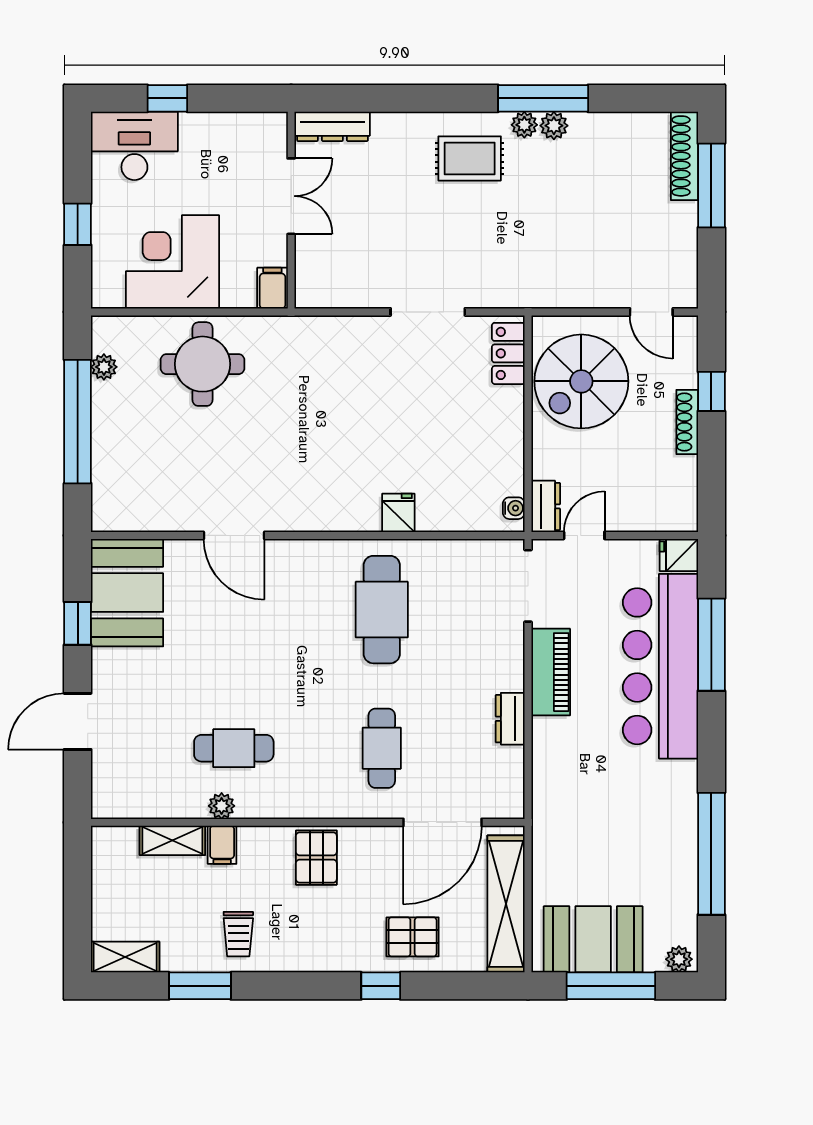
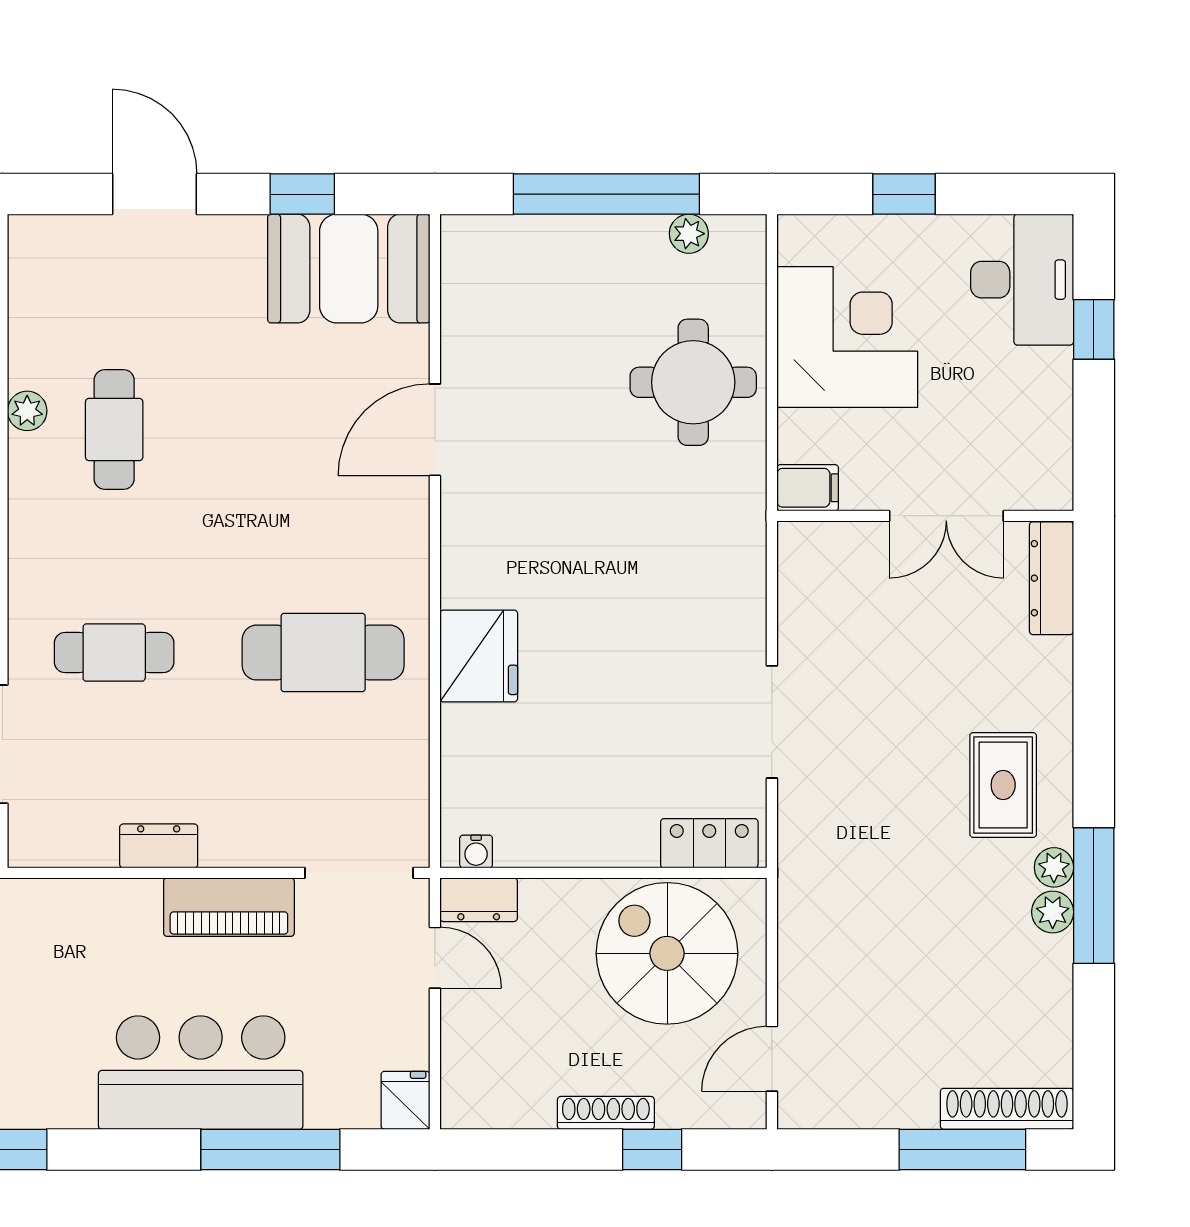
fridge: (398, 513) -> (479, 656), width x1.88, depth x1.34
bar counter: (660, 666) -> (201, 1073), width x0.73

